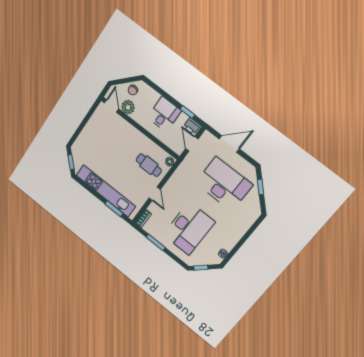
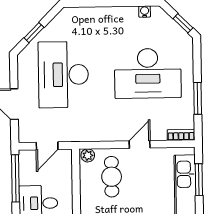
window: (187, 112) -> (15, 178), width x2.17
printer: (192, 126) -> (27, 161), removed
desk: (189, 228) -> (148, 73), turned 180

